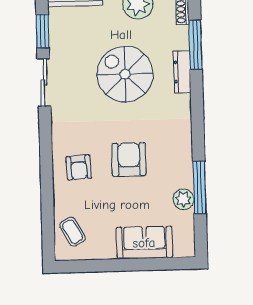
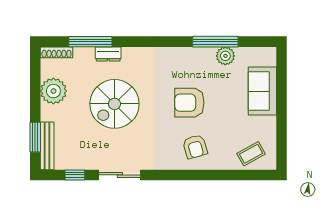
window: (43, 31) -> (75, 175), width x0.67
dresser: (182, 72) -> (108, 54), width x0.70
armchair: (79, 167) -> (195, 147), turned 78

